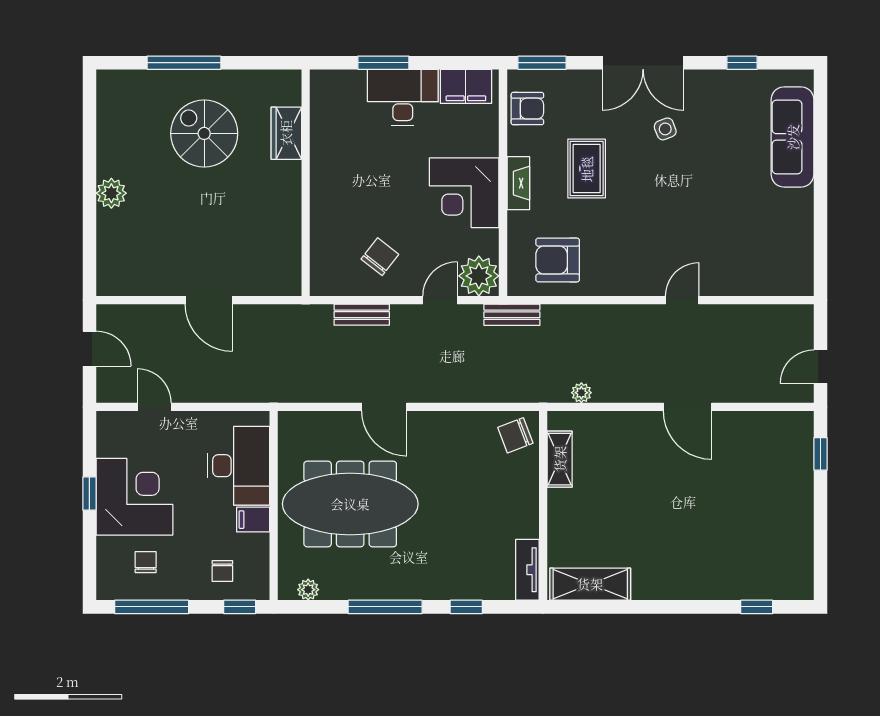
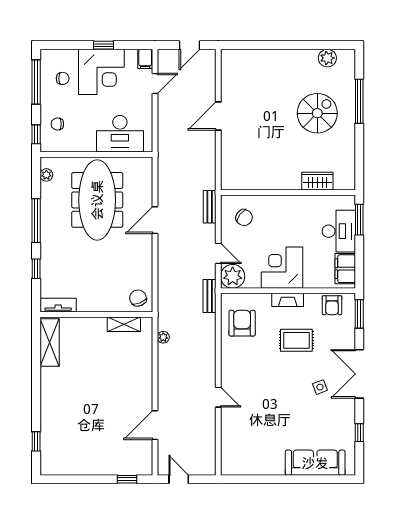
wardrobe: (286, 133) -> (317, 181), moved
wall: (306, 183) -> (288, 192), moved
plant: (111, 193) -> (327, 58), moved
door: (688, 407) -> (155, 425), moved
filing cabinet: (253, 520) -> (145, 59), moved, turned 180

